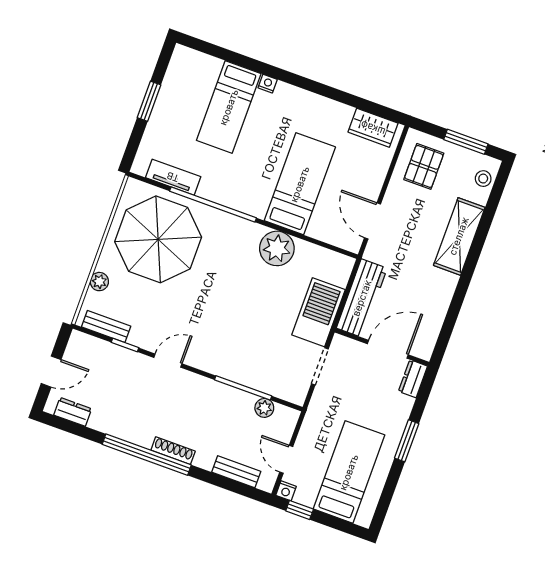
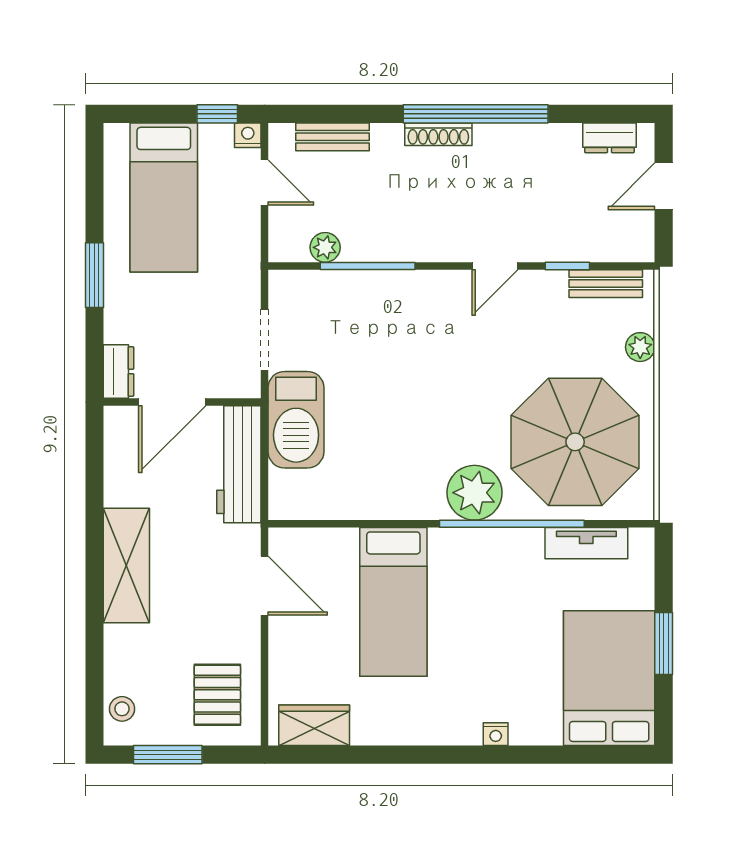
bed: (229, 107) -> (609, 678), moved, width x1.50
shelving: (459, 236) -> (126, 566), moved
plant: (277, 248) -> (474, 493), moved

